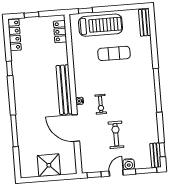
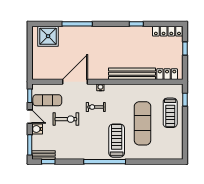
bench: (145, 23) -> (169, 155), removed
treadmill: (101, 25) -> (170, 113), width x0.73, depth x0.73
exercise mat: (114, 53) -> (143, 123), width x1.36, depth x1.45
treadmill: (134, 79) -> (117, 141), added
bench: (64, 90) -> (132, 74), moved
exercise mat: (97, 156) -> (47, 100), added
shower: (49, 165) -> (48, 36), moved

